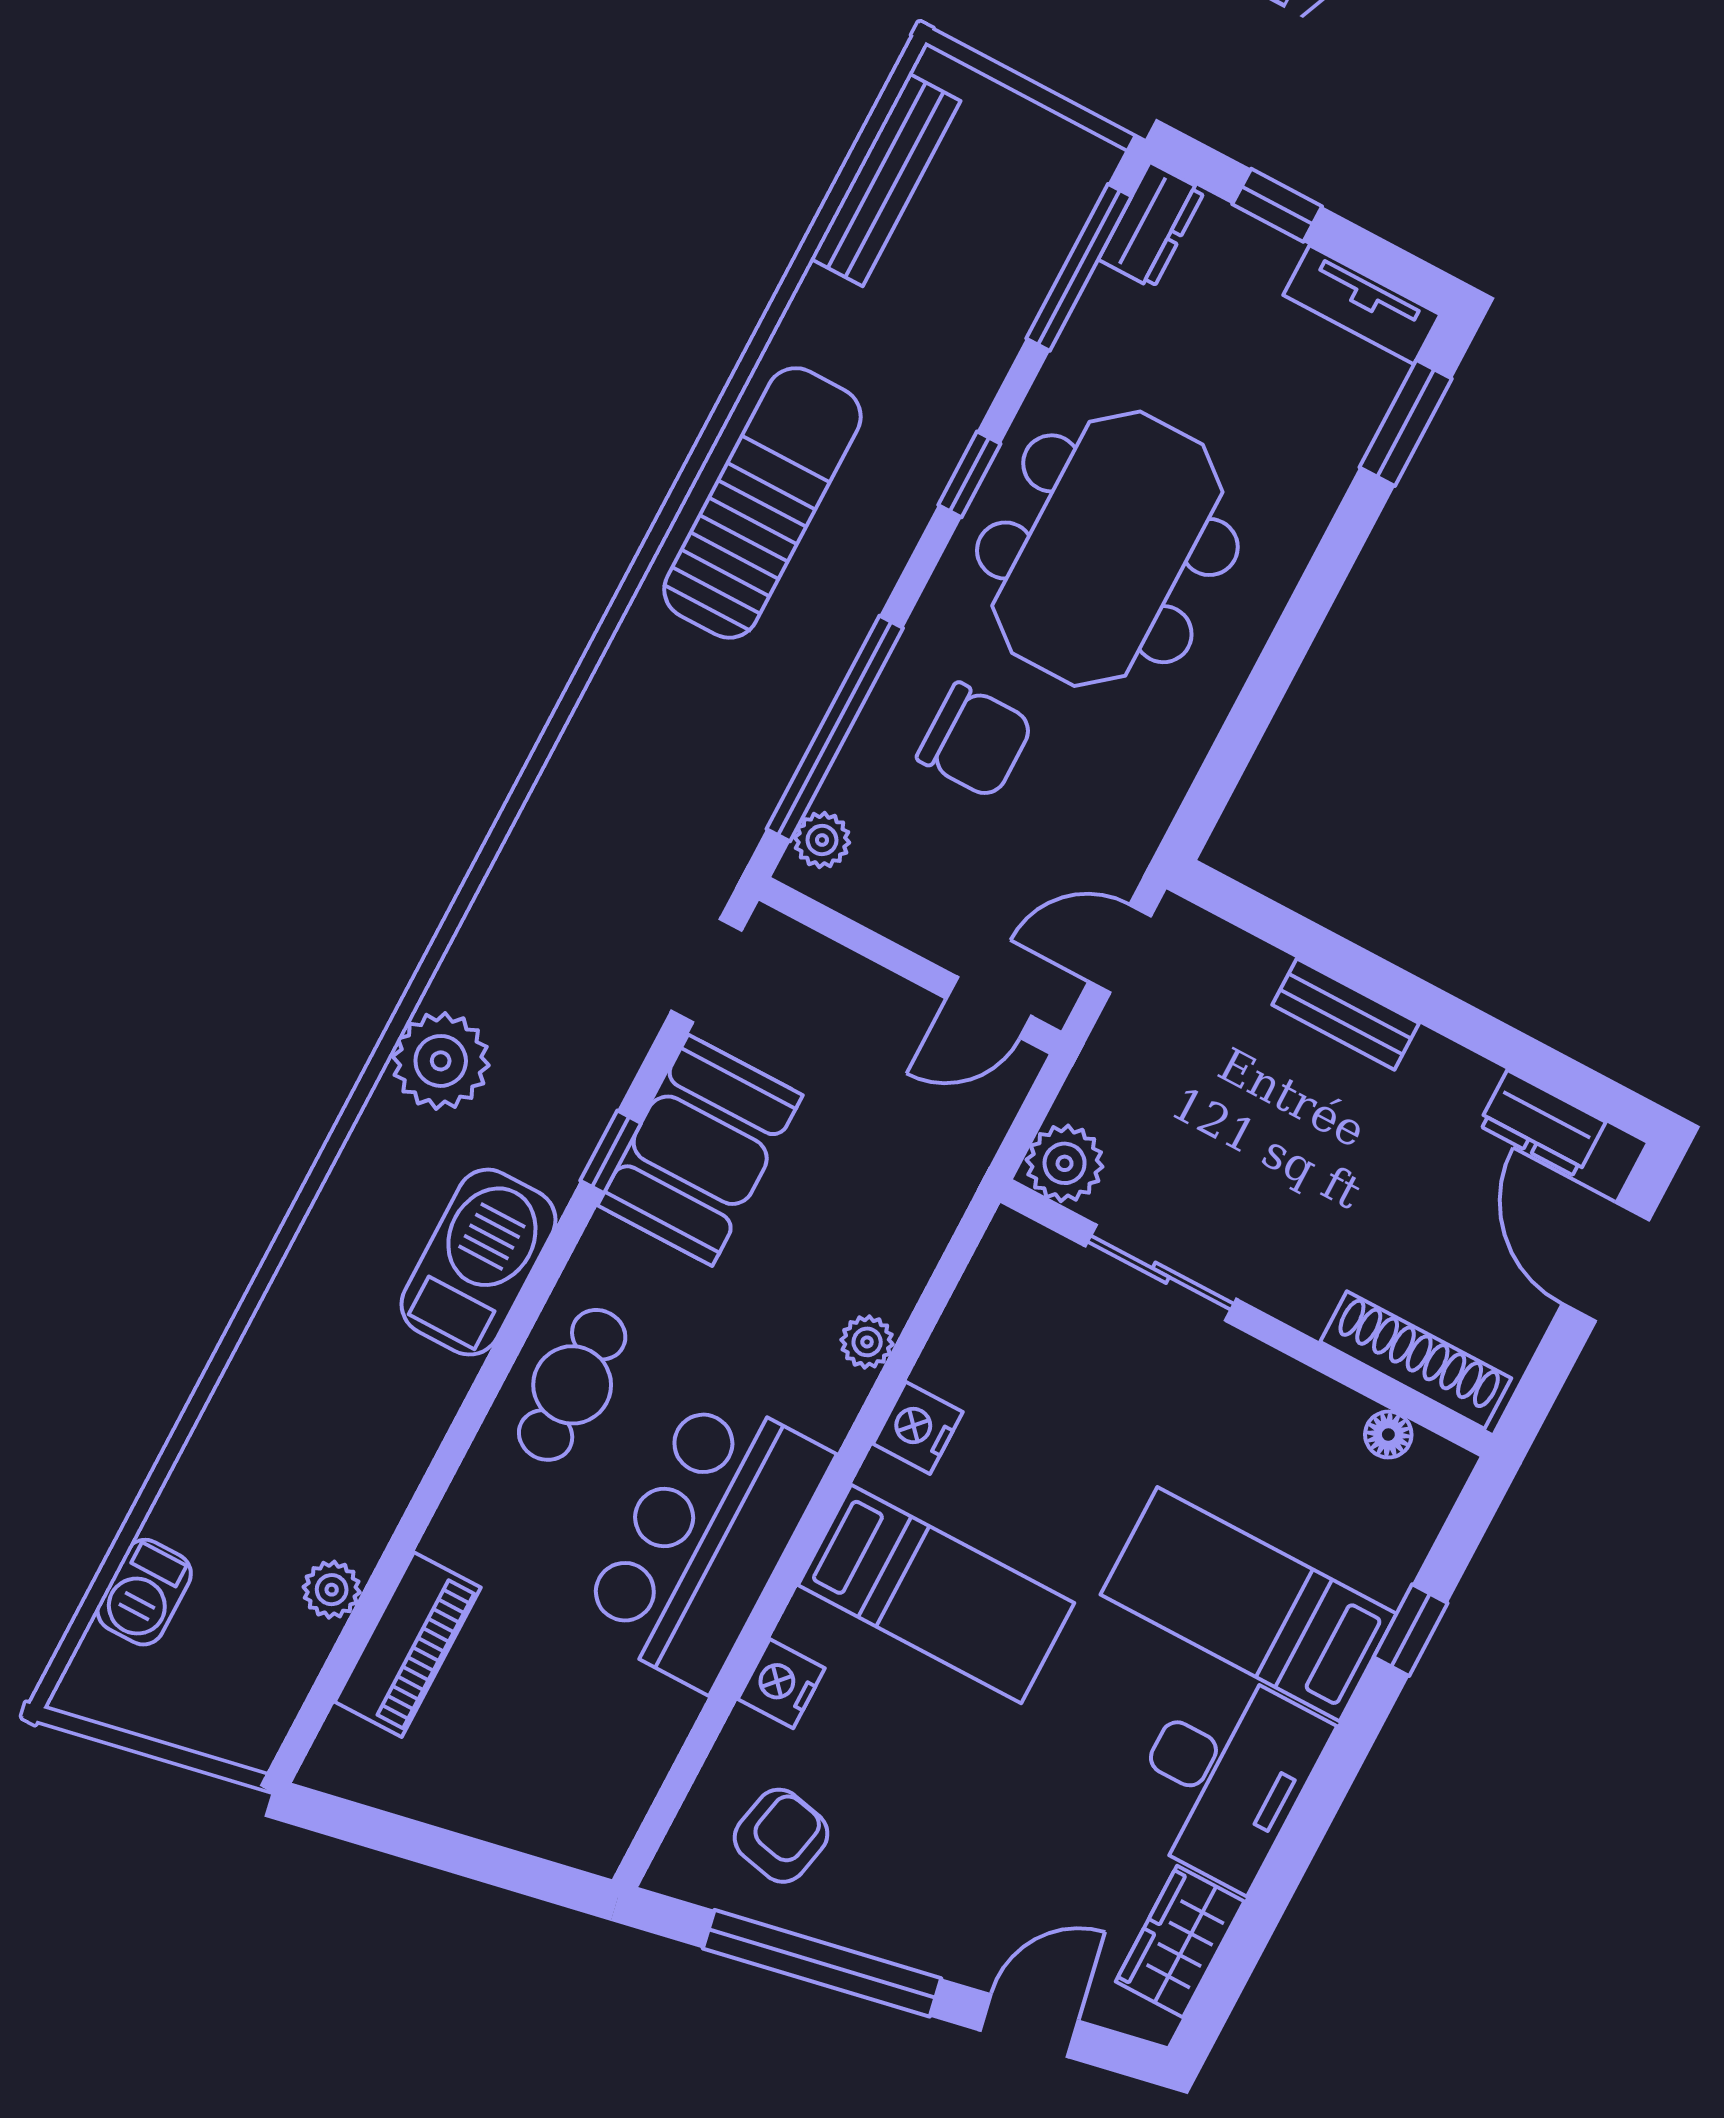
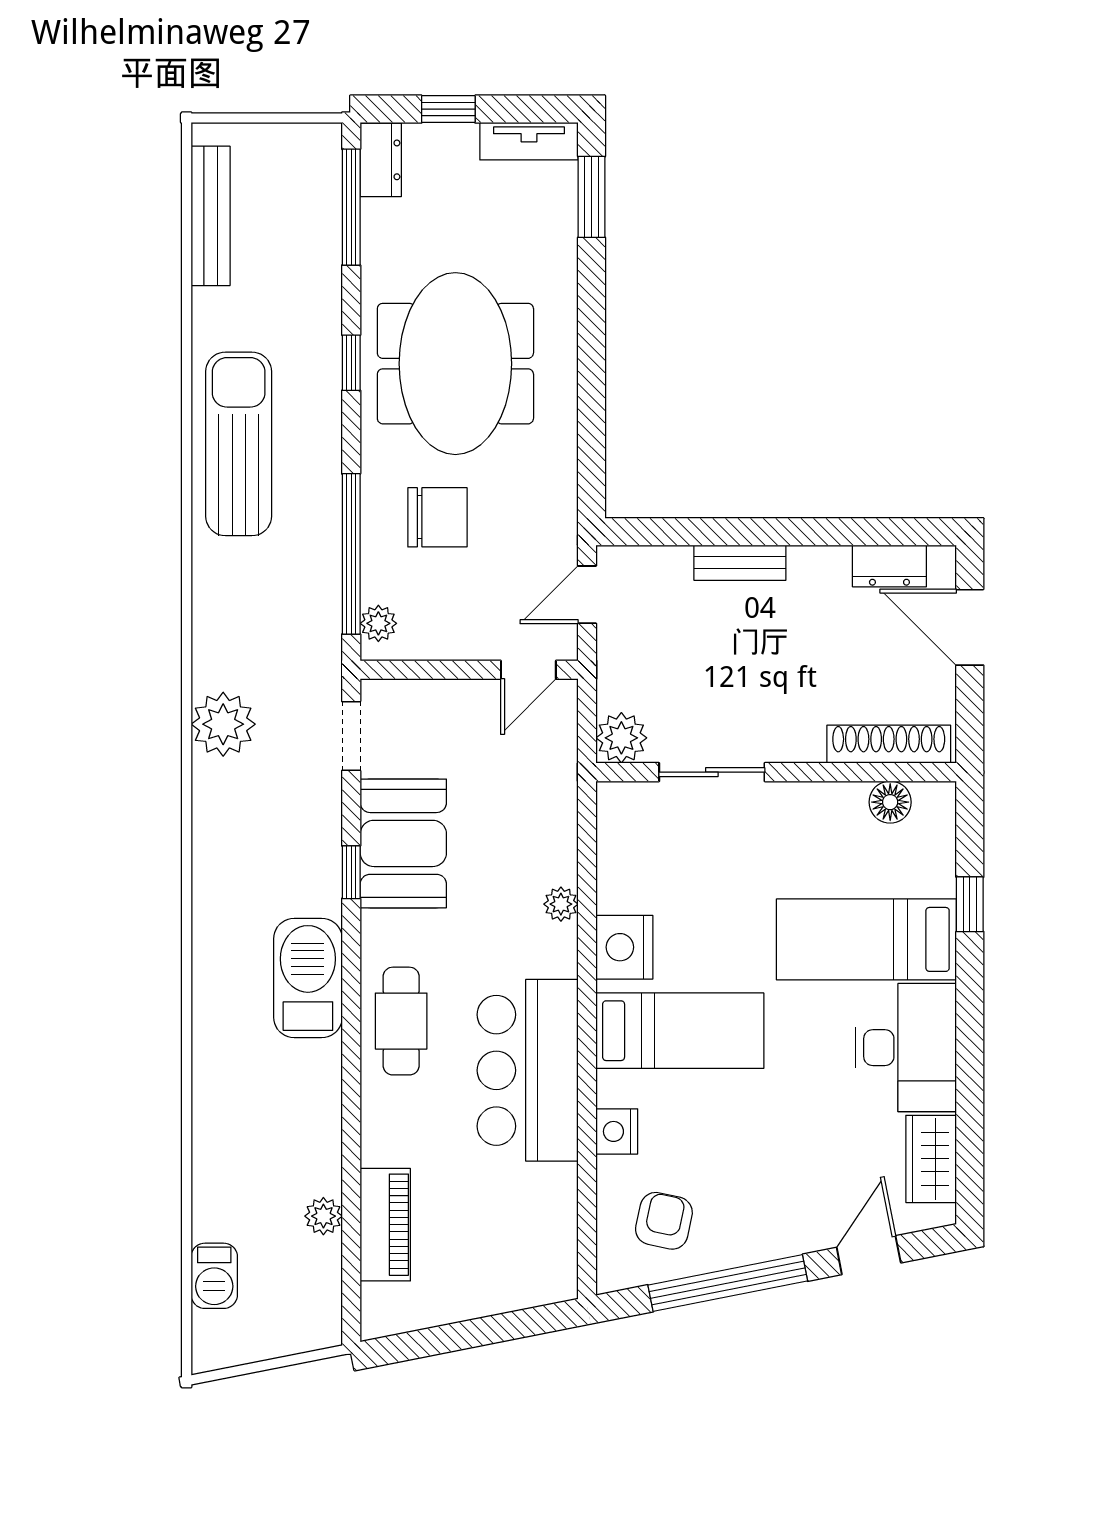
plant: (441, 1061) -> (223, 724), moved
nightstand: (918, 1428) -> (624, 947), width x1.36, depth x1.33
floor lamp: (1388, 1435) -> (890, 802), width x1.37, depth x1.37

